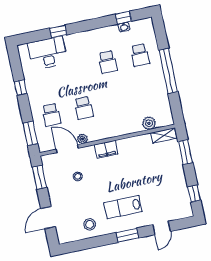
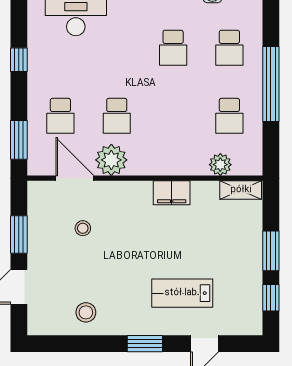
school desk: (148, 94) -> (229, 116), added
plant: (82, 139) -> (111, 160), width x1.88, depth x1.88
filing cabinet: (106, 149) -> (172, 193), moved
window: (185, 152) -> (271, 251), moved
window: (40, 177) -> (19, 235), moved
lab bench: (123, 207) -> (182, 293), moved

